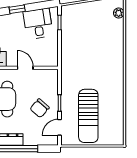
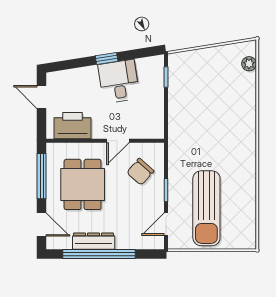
desk: (38, 24) -> (119, 81), moved
door: (25, 68) -> (118, 141), swing flipped
chair: (40, 108) -> (140, 172), moved

